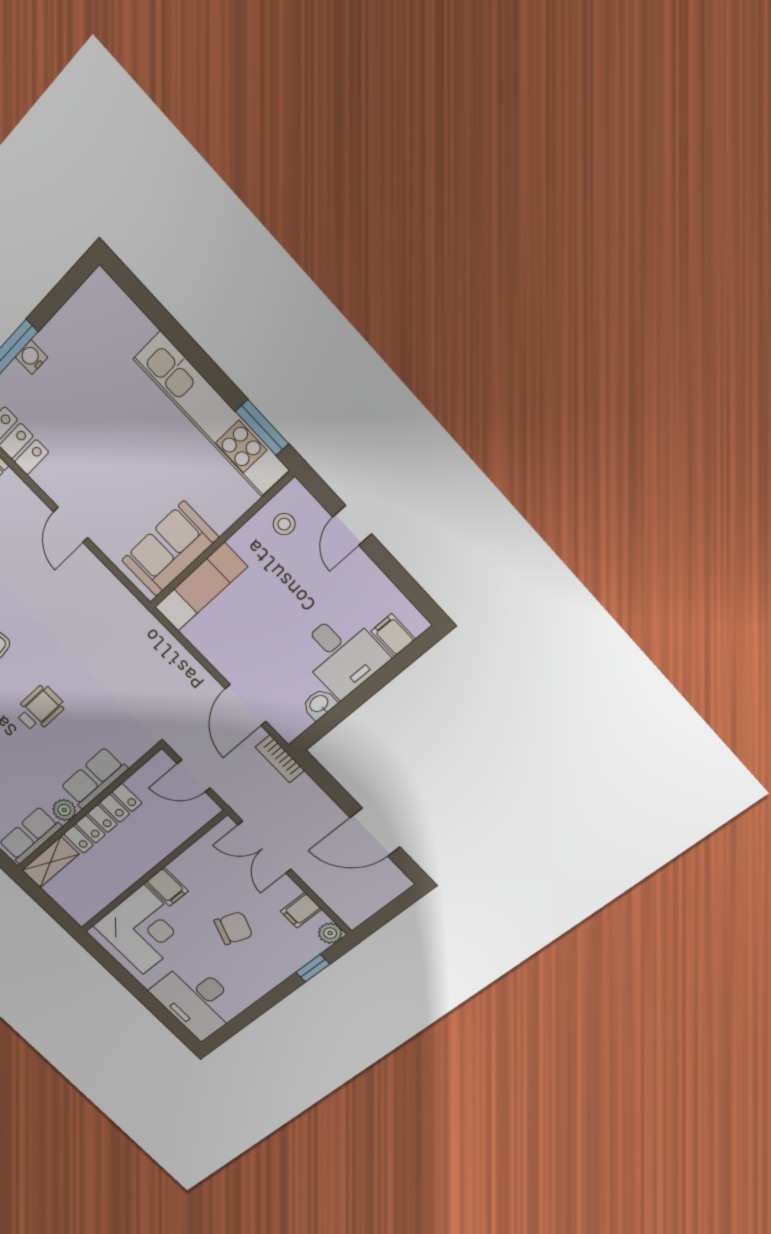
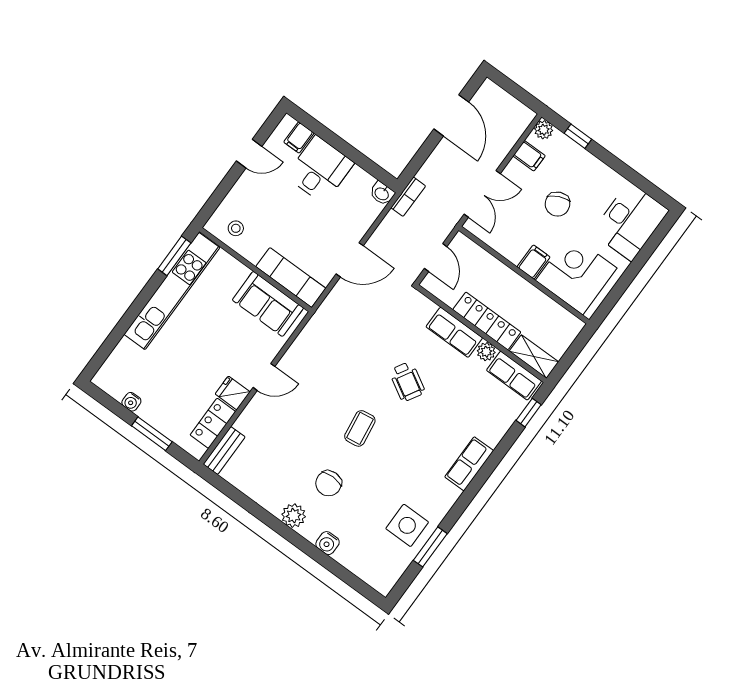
water cooler: (31, 357) -> (131, 402), moved
fridge: (55, 477) -> (233, 393), added
door: (352, 525) -> (249, 154), moved
washbasin: (319, 704) -> (382, 193), moved
door: (246, 705) -> (350, 260), moved
wheelchair: (40, 709) -> (407, 382), turned -150
chair: (233, 928) -> (557, 204), turned -134

